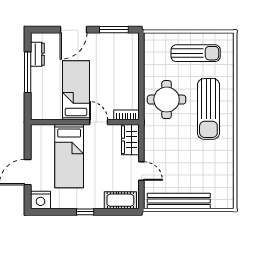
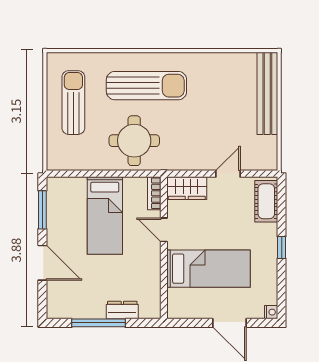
dresser: (37, 54) -> (122, 310), moved
bed: (76, 90) -> (105, 216), moved, turned -90
door: (99, 122) -> (164, 230), hinge flipped
nightstand: (40, 200) -> (271, 312), width x0.53, depth x0.56
bench: (179, 201) -> (267, 93), moved

